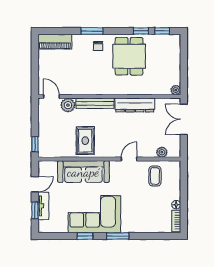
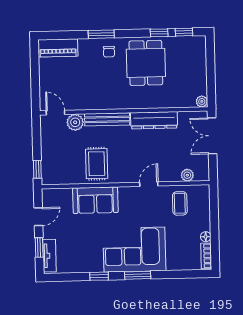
sofa: (83, 172) -> (95, 200), width x0.73
tv unit: (43, 206) -> (49, 256), moved
corner sofa: (94, 214) -> (134, 250), moved

